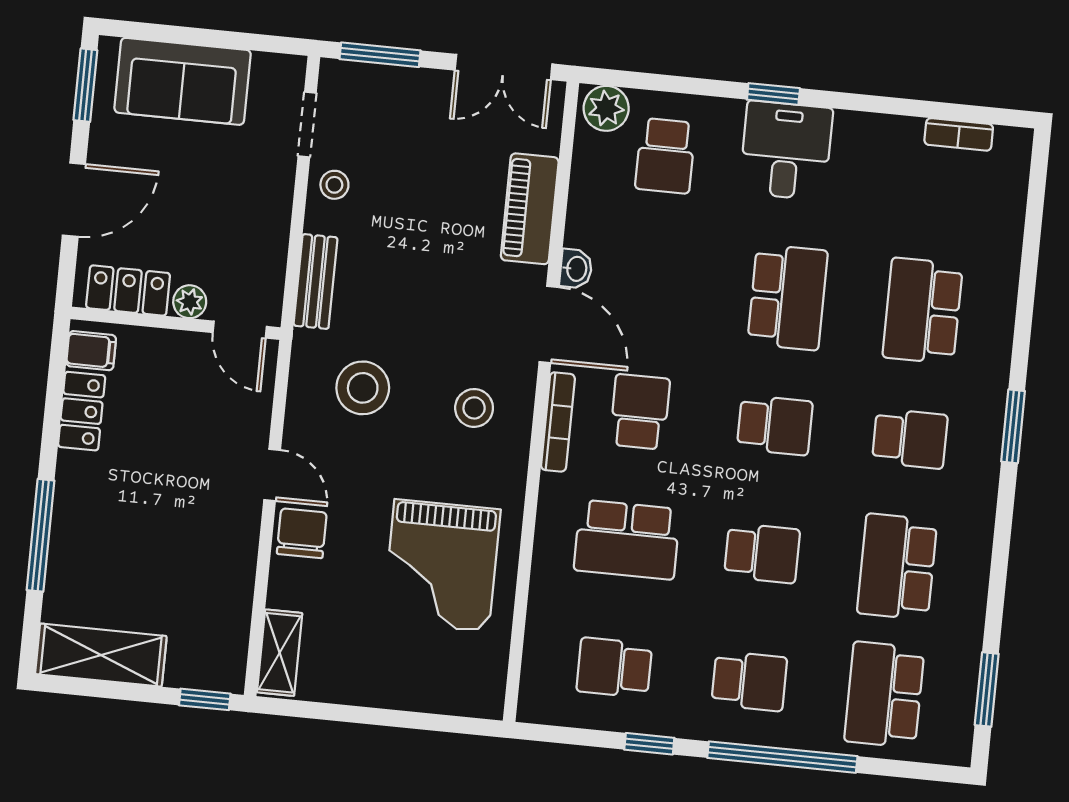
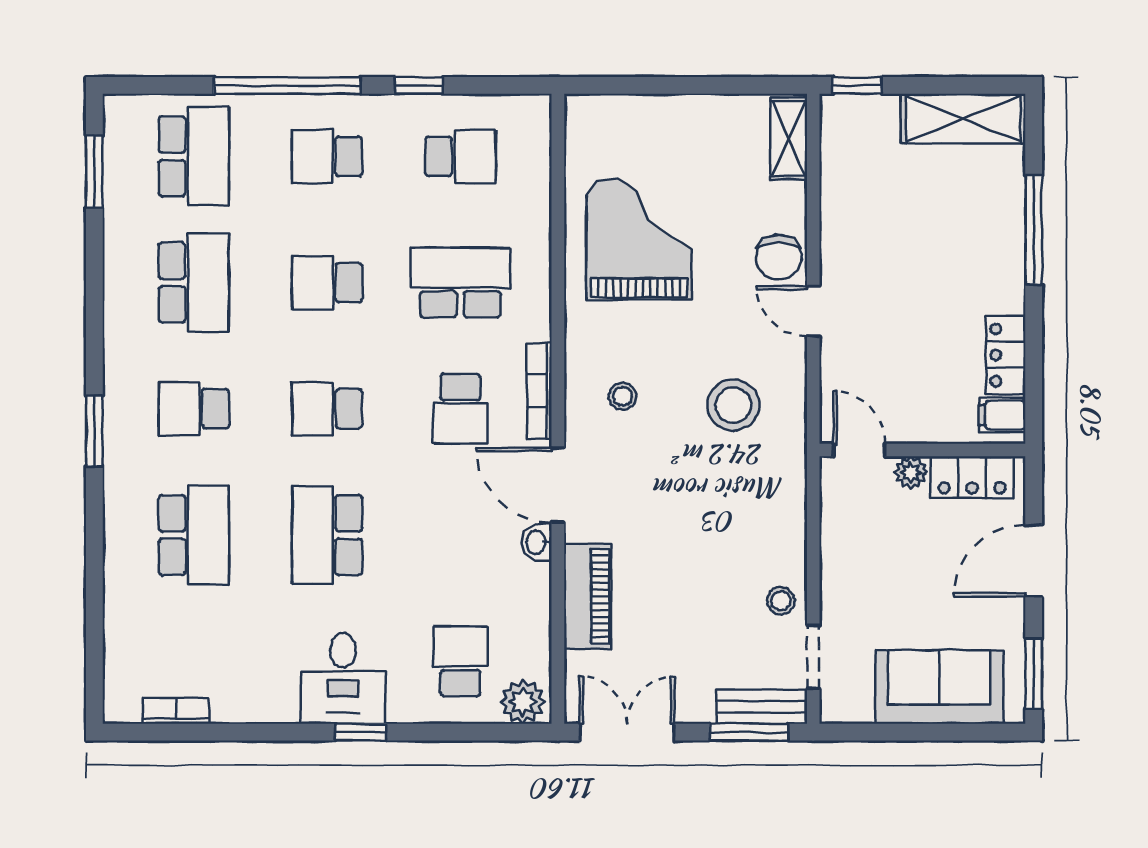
bench: (316, 281) -> (762, 707), moved, turned 90
stool: (474, 408) -> (623, 396), width x0.73, depth x0.73

